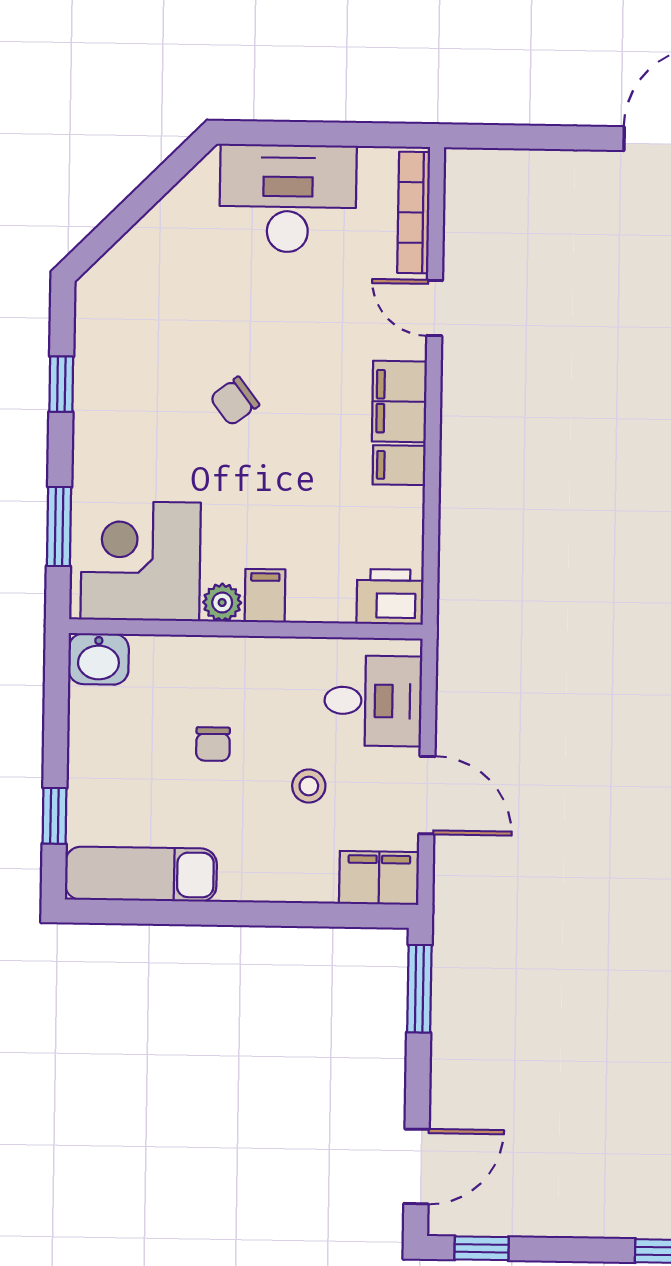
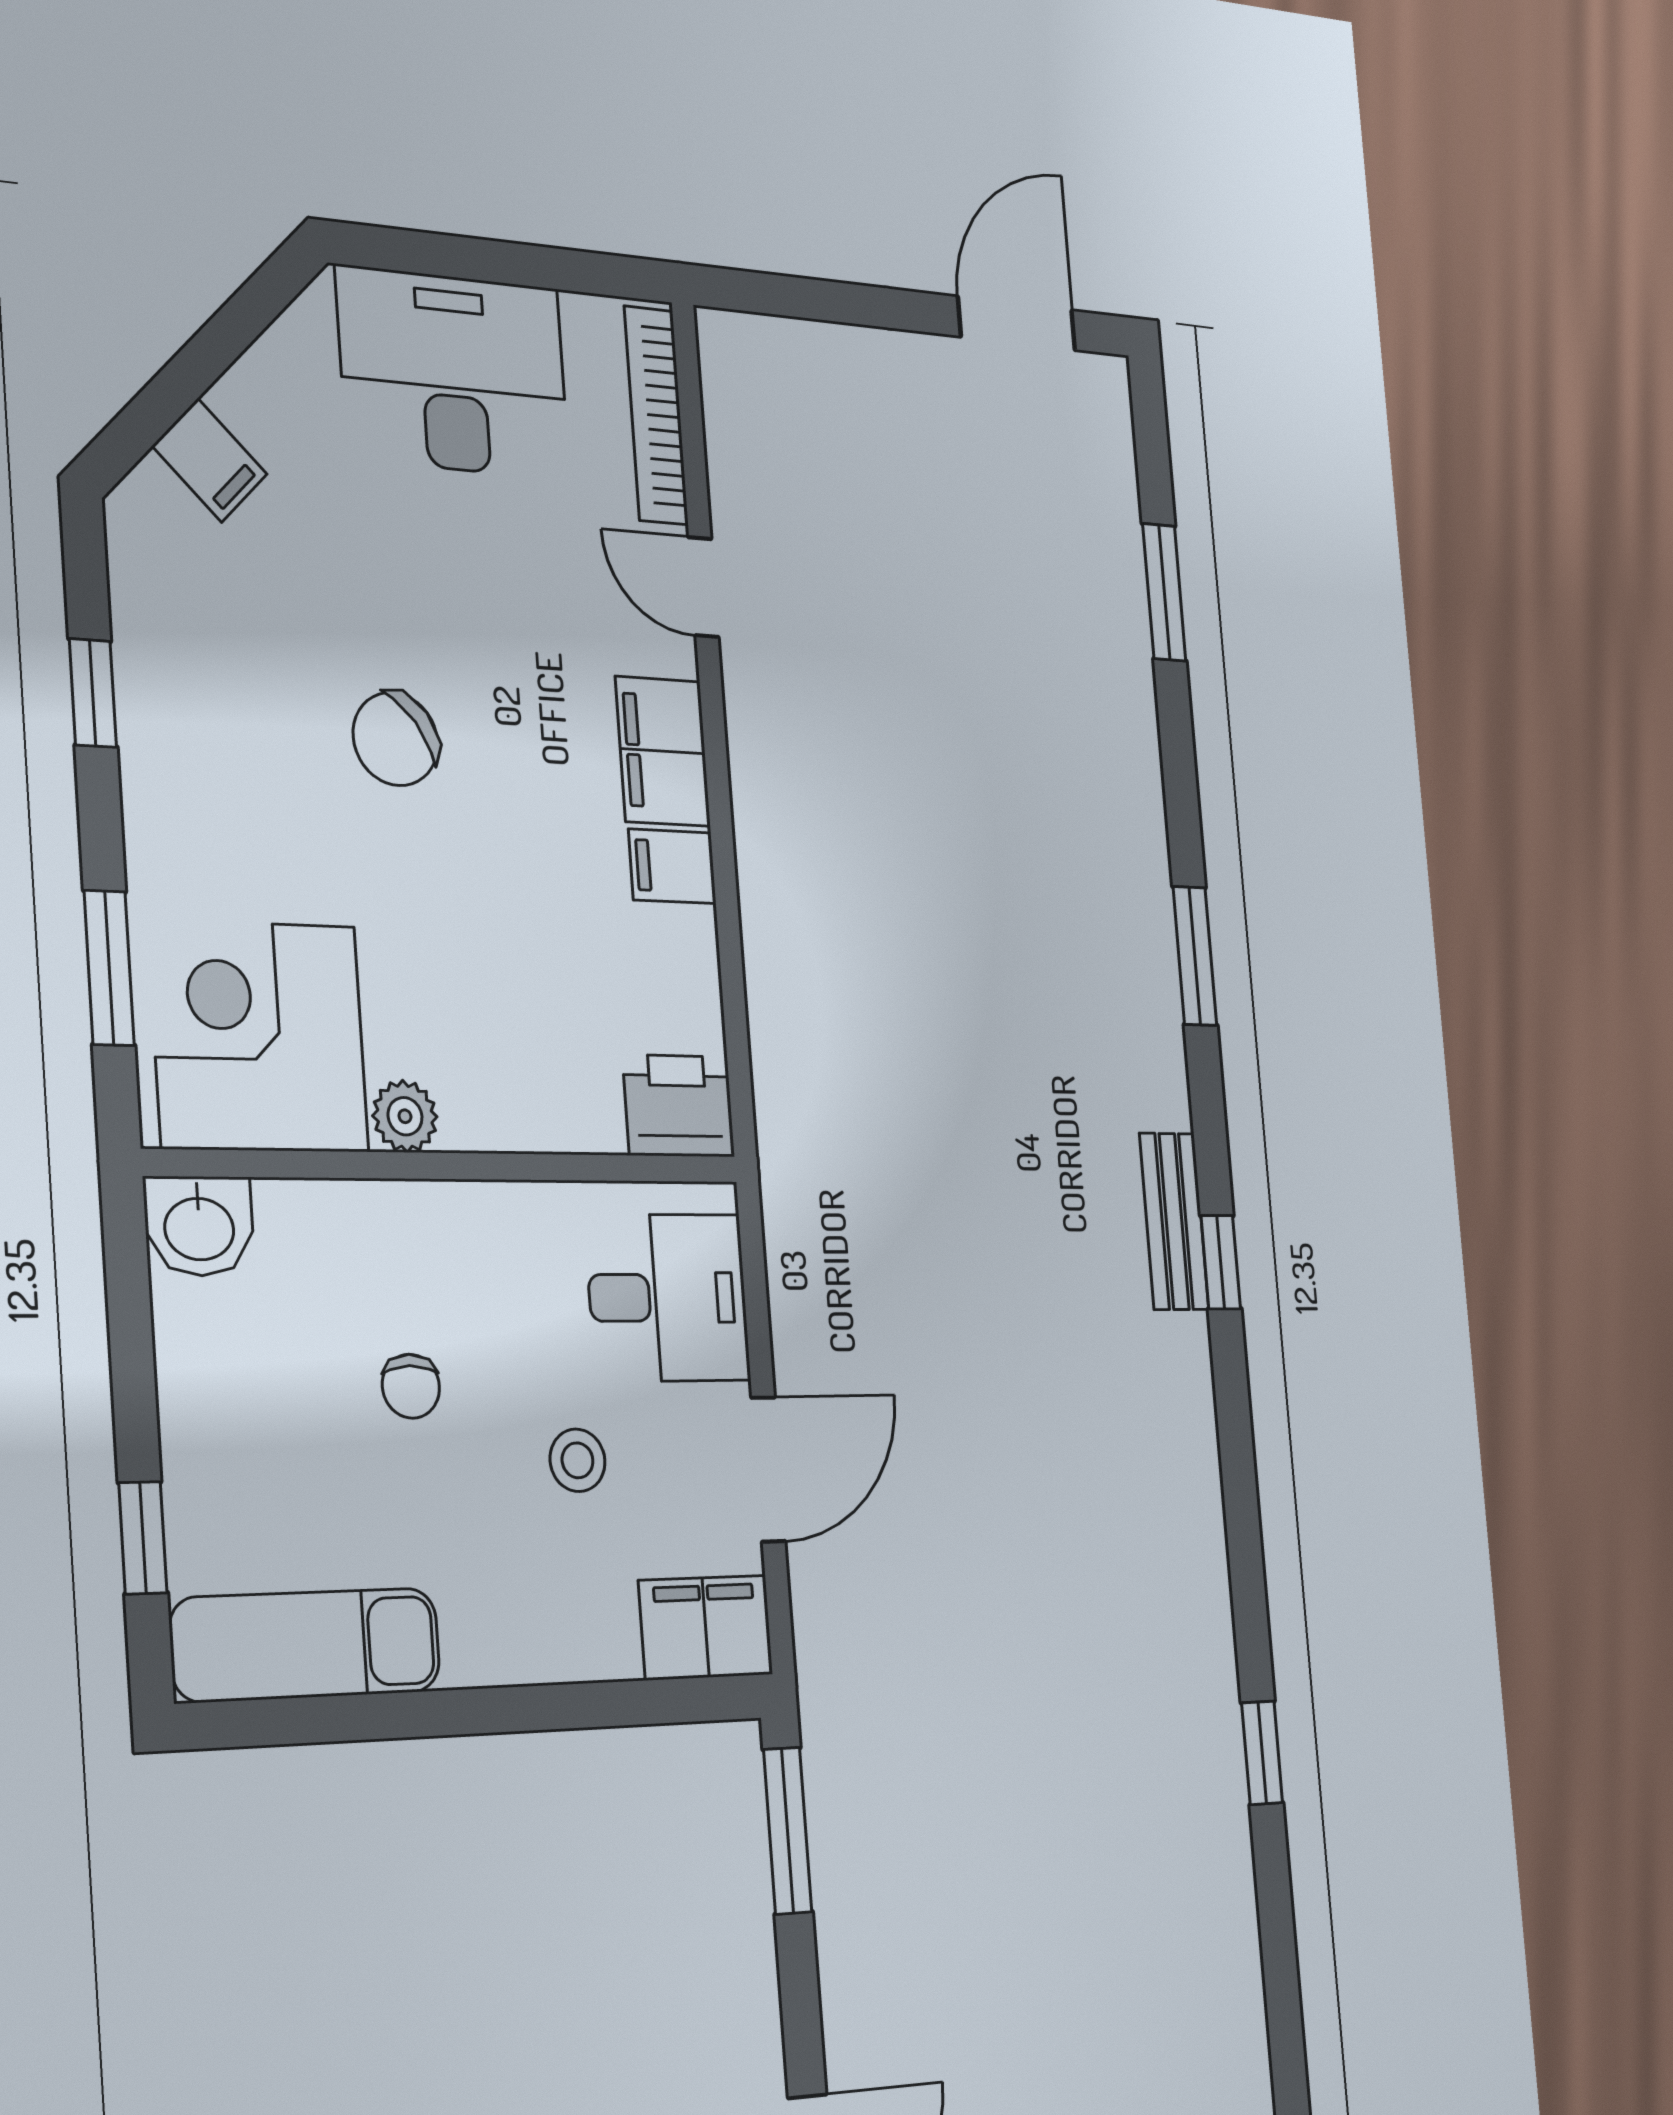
chair: (235, 401) -> (396, 739), width x1.37, depth x1.37
filing cabinet: (265, 596) -> (210, 460), moved, turned 135
door: (427, 795) -> (768, 1469), hinge flipped

